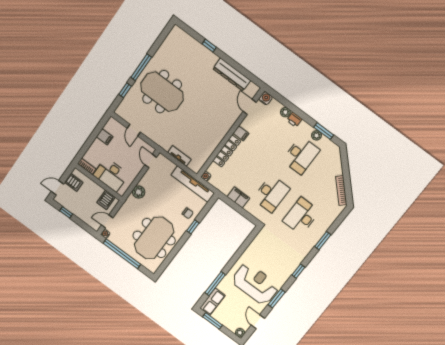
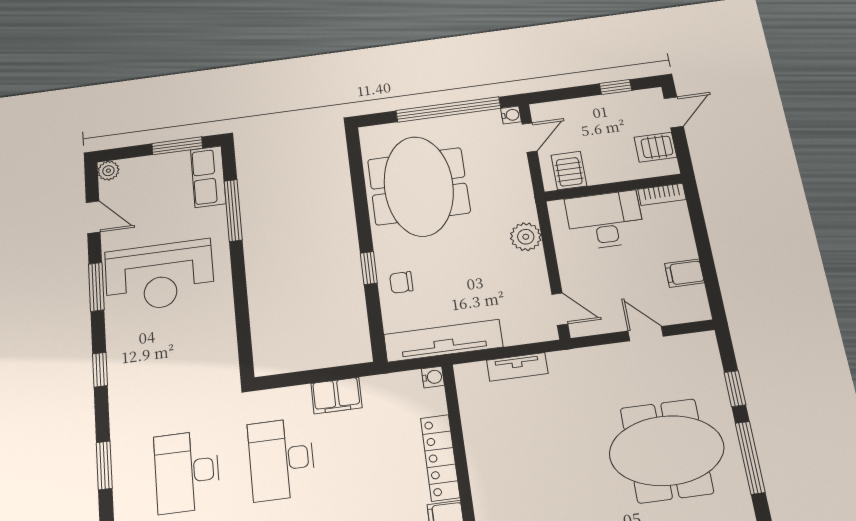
desk: (301, 216) -> (187, 472), turned 180

